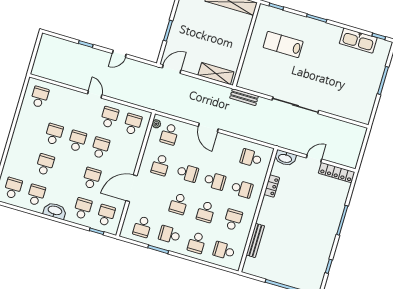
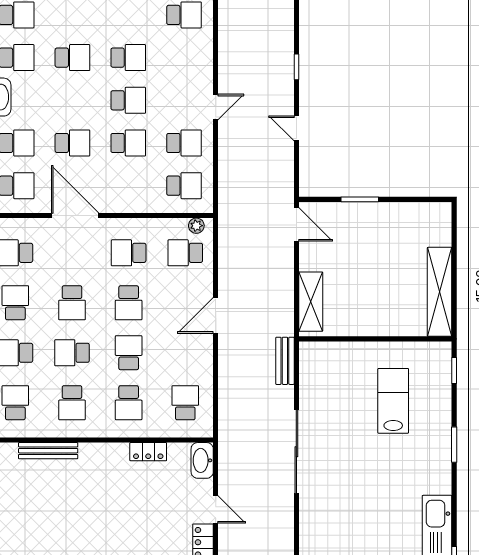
school desk: (215, 181) -> (129, 353), turned 180
school desk: (179, 204) -> (72, 303), turned -90
school desk: (233, 220) -> (72, 403), turned 90

